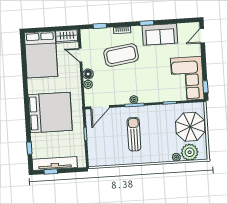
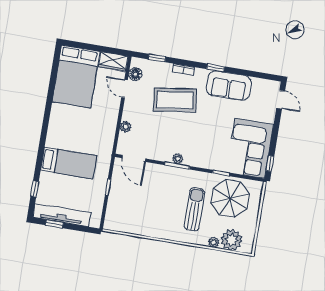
door: (202, 36) -> (281, 100), swing flipped
floor lamp: (88, 74) -> (135, 74), moved
door: (100, 107) -> (134, 158), hinge flipped
bed: (50, 112) -> (69, 163), width x0.49
parasol: (190, 127) -> (230, 198), moved
sun lounger: (134, 134) -> (194, 209), moved

